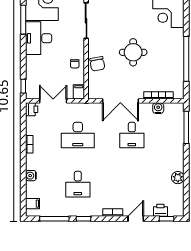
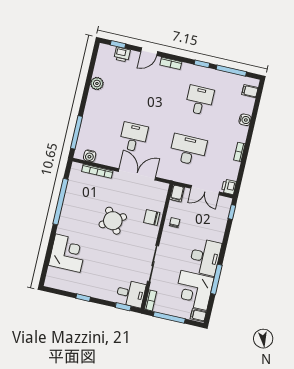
round table: (133, 52) -> (113, 221), turned -33
chair: (97, 64) -> (152, 217), turned -80
water cooler: (158, 108) -> (90, 156), moved

